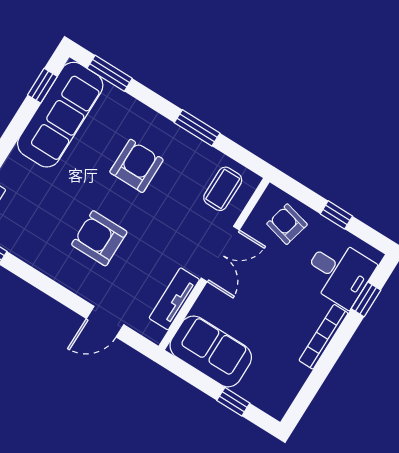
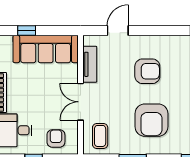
armchair: (136, 166) -> (151, 120), width x1.36, depth x1.36
armchair: (287, 224) -> (56, 138), turned -104
sofa: (211, 351) -> (46, 49), width x1.36

